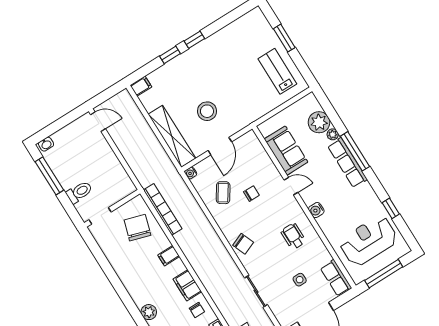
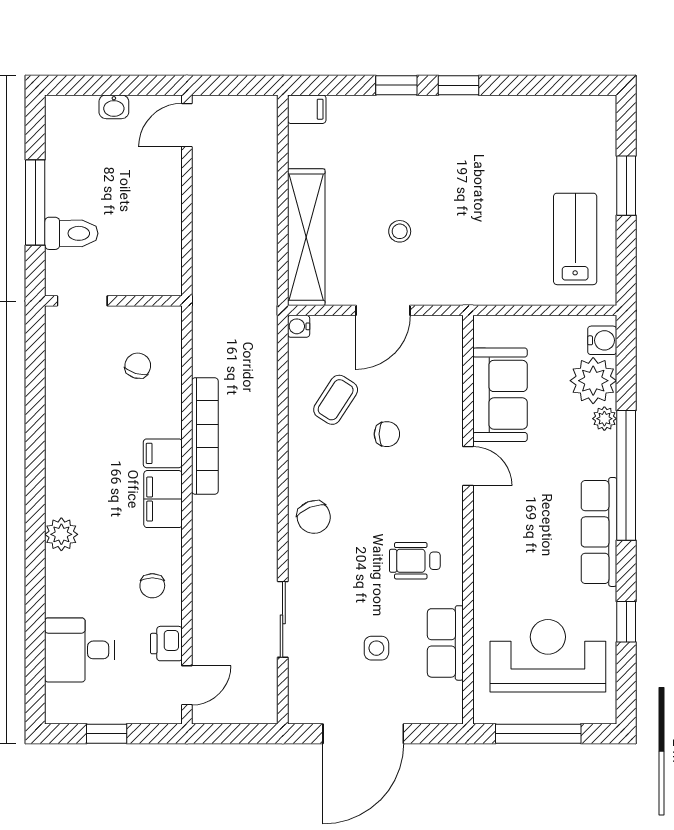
stool: (207, 111) -> (400, 231), width x0.53, depth x0.53
door: (98, 122) -> (187, 125), swing flipped
washbasin: (46, 144) -> (114, 107), moved
window: (355, 151) -> (626, 475), width x1.46
row of seats: (347, 163) -> (599, 532), moved
window: (49, 176) -> (35, 202), moved
bookcase: (163, 209) -> (205, 436), moved
water cooler: (316, 210) -> (602, 340), moved, turned 180
chair: (137, 228) -> (138, 366), width x0.54, depth x0.54
wheelchair: (293, 236) -> (415, 561), turned -90
row of seats: (336, 278) -> (445, 643), moved
filing cabinet: (187, 285) -> (163, 499), moved

